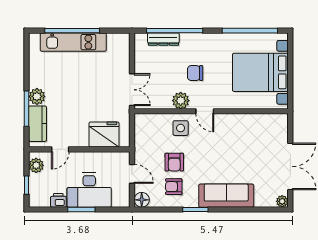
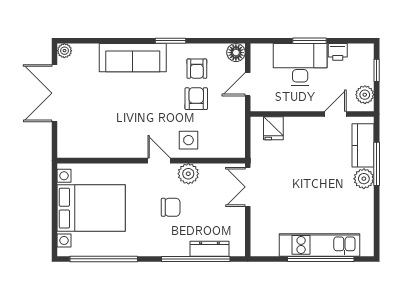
fridge: (104, 135) -> (273, 128), width x0.53, depth x0.75
door: (132, 174) -> (248, 84), hinge flipped
armchair: (174, 187) -> (197, 69), turned 90

